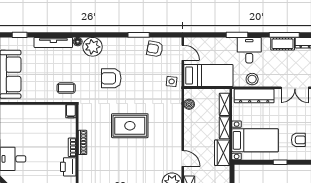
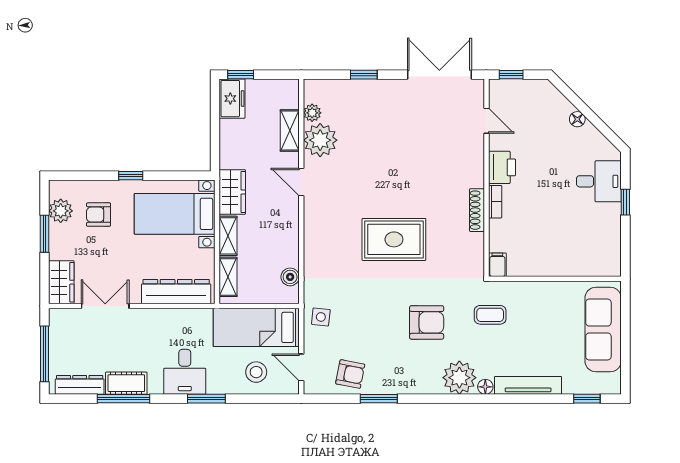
stool: (252, 79) -> (256, 372), moved
coffee table: (66, 88) -> (490, 315), moved

